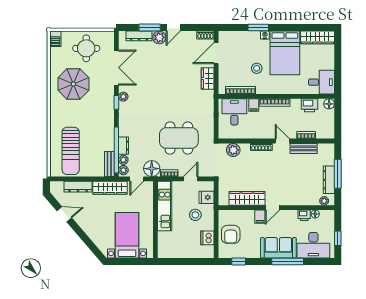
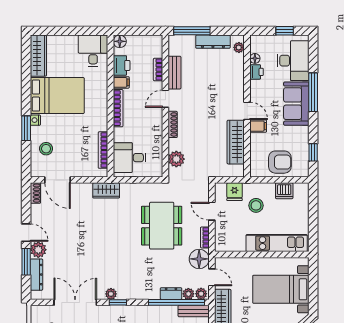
stool: (257, 68) -> (46, 149), moved
wardrobe: (208, 79) -> (106, 190), moved
filing cabinet: (254, 105) -> (121, 82), moved
window: (338, 174) -> (192, 31), moved
kitchen unit: (165, 206) -> (277, 243), moved

